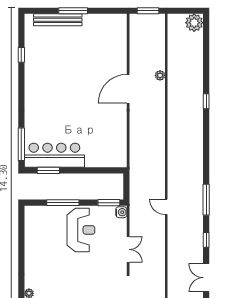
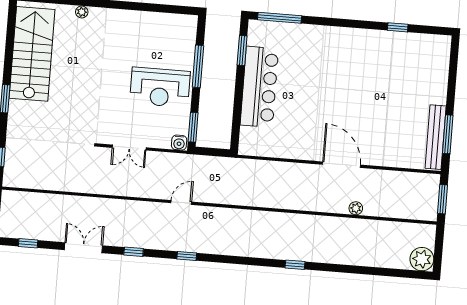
window: (73, 11) -> (448, 134), moved
bench: (58, 20) -> (436, 137), moved
window: (206, 101) -> (295, 265), moved
bar counter: (54, 155) -> (259, 87), moved
window: (206, 200) -> (187, 256), width x0.46

